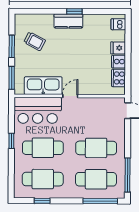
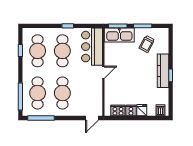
kitchen counter: (68, 21) -> (163, 71), width x1.50
kitchen sink: (43, 86) -> (119, 35), moved, turned 90
door: (70, 96) -> (103, 72), hinge flipped

